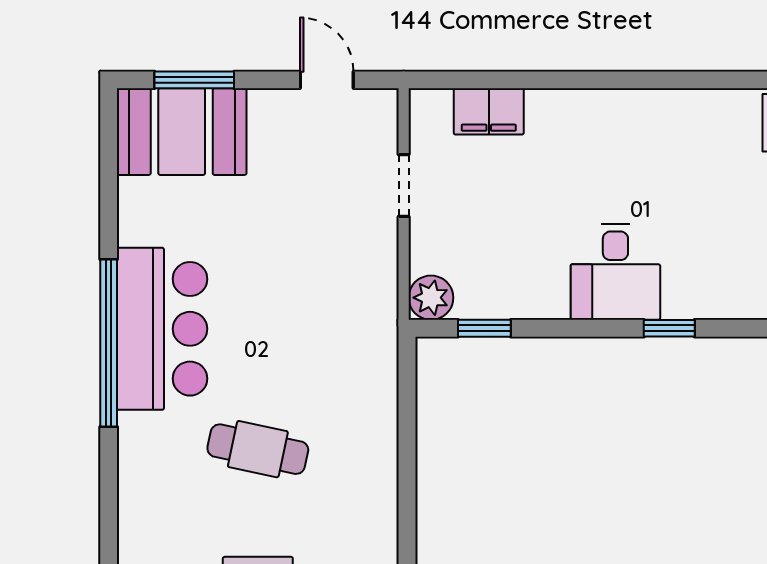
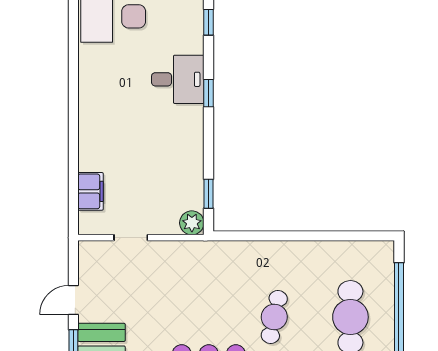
door: (327, 80) -> (73, 300), moved
desk: (615, 272) -> (178, 79), moved

